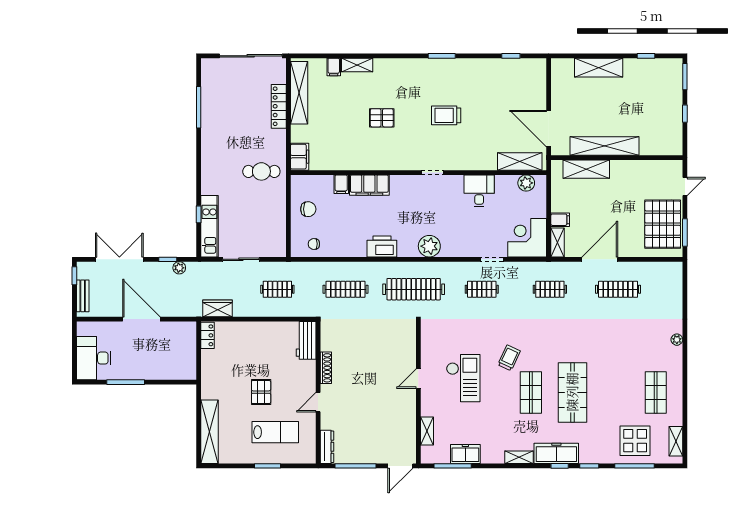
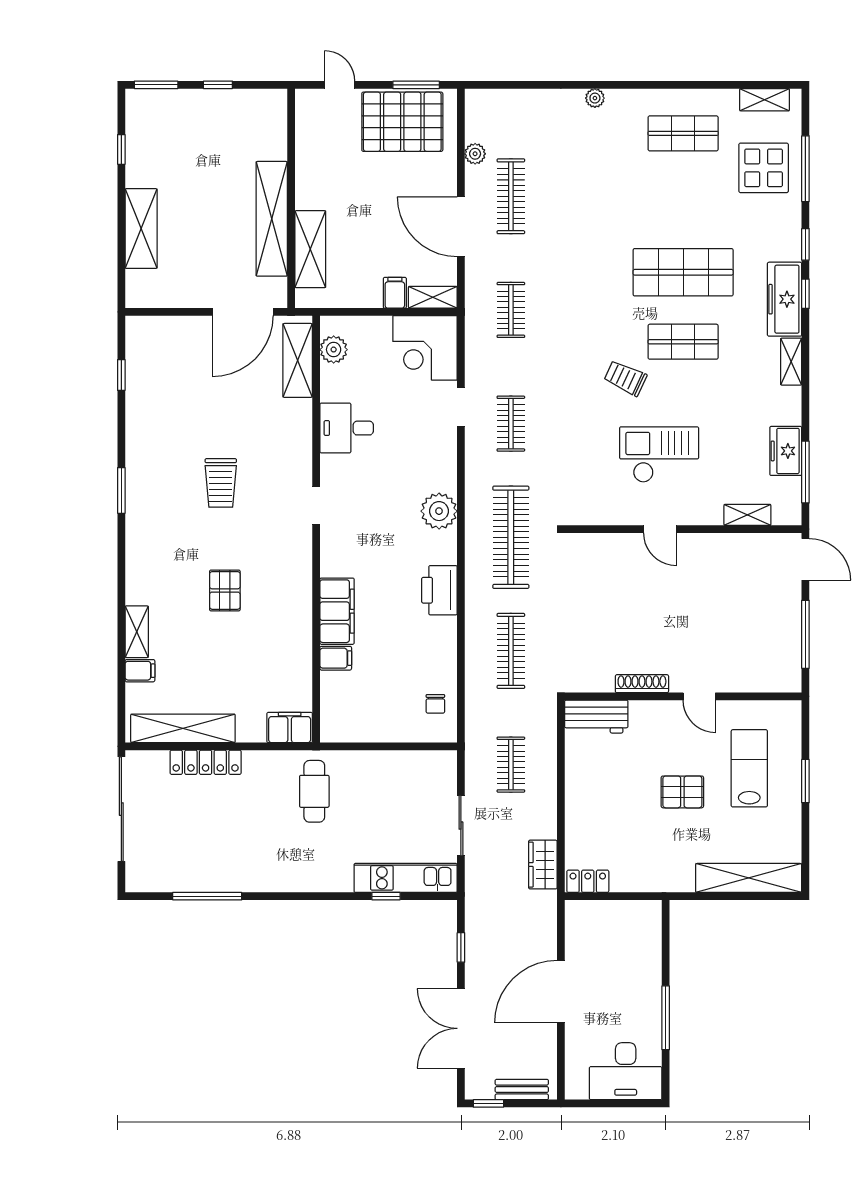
chair: (308, 209) -> (377, 713), removed
plant: (179, 268) -> (475, 154), moved
dresser: (327, 447) -> (774, 682), removed

